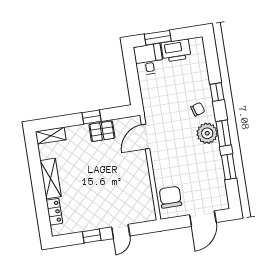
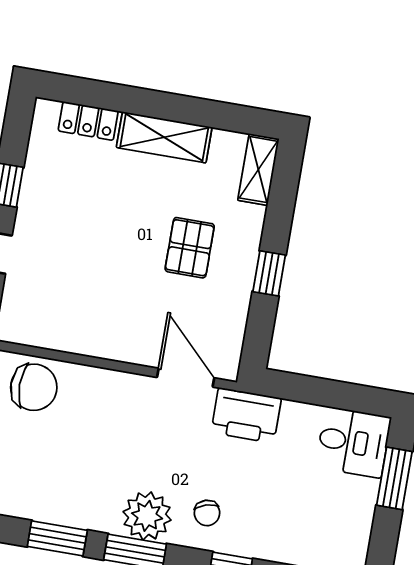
printer: (176, 51) -> (246, 415), moved, turned -90
pallet: (102, 131) -> (190, 248), moved

